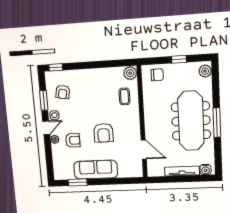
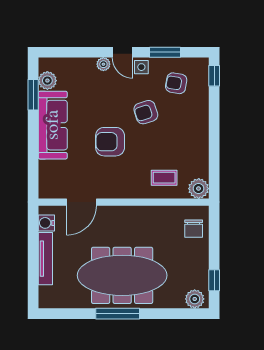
window: (179, 59) -> (214, 280), moved
armchair: (73, 140) -> (146, 112), moved, turned 72
water cooler: (206, 170) -> (46, 223), moved
plant: (68, 174) -> (47, 81), added

